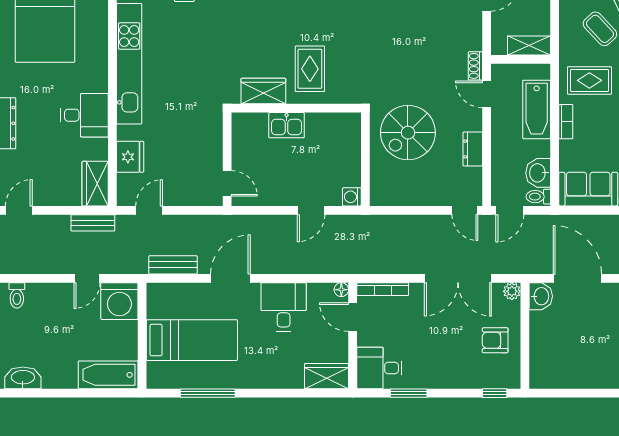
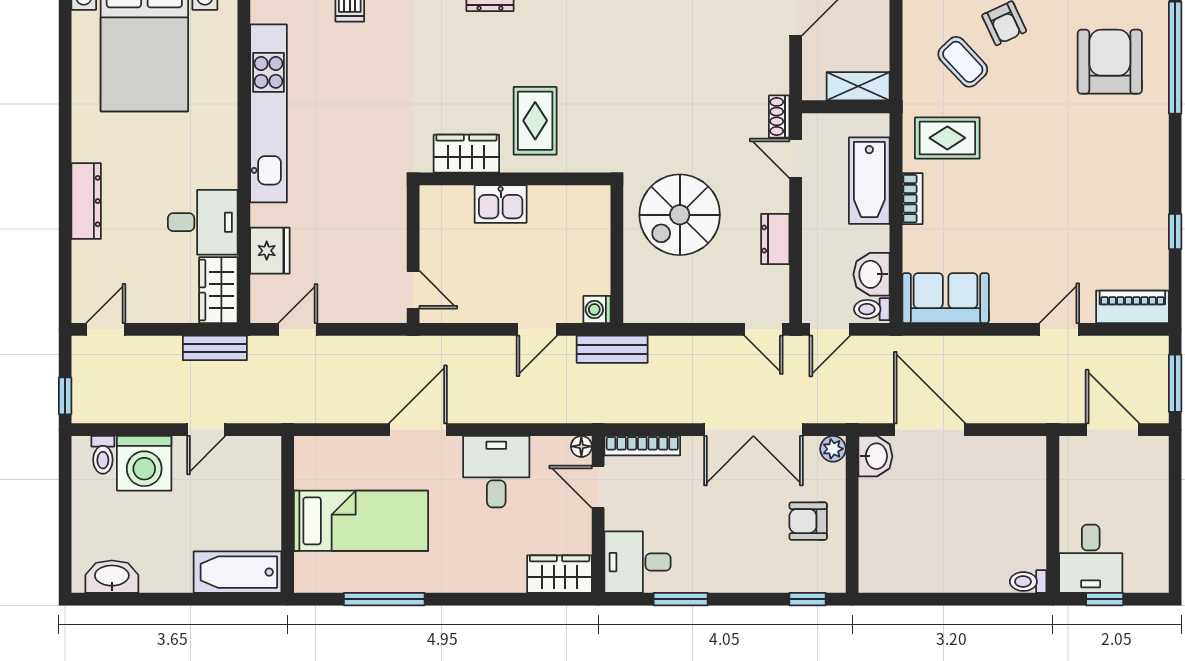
desk: (85, 115) -> (203, 222), moved
bench: (173, 265) -> (612, 349), moved
washing machine: (119, 301) -> (144, 463), moved

